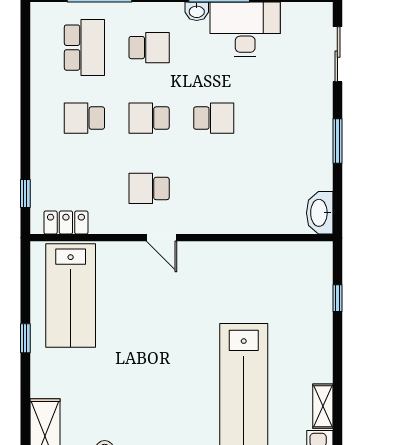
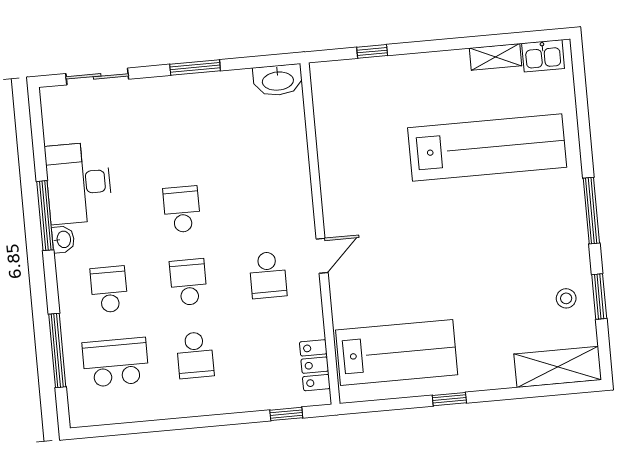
school desk: (149, 118) -> (188, 282), turned 180

